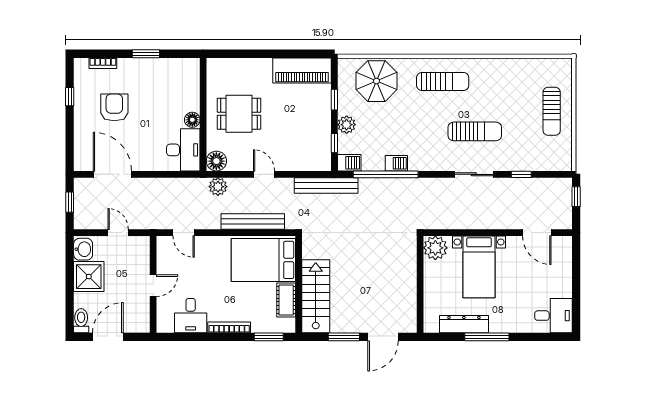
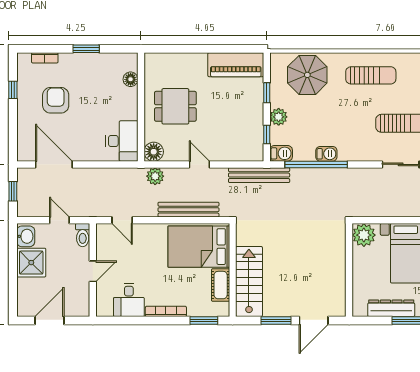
floor lamp: (192, 120) -> (131, 79), moved
toilet: (81, 321) -> (83, 235), moved, turned 180

